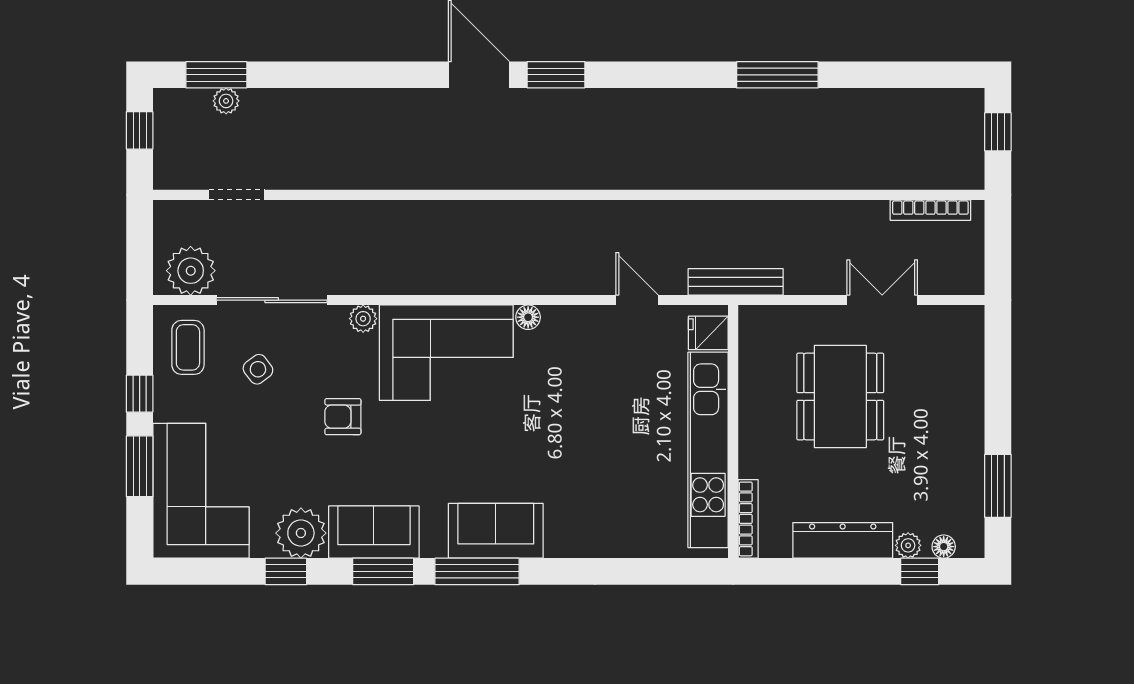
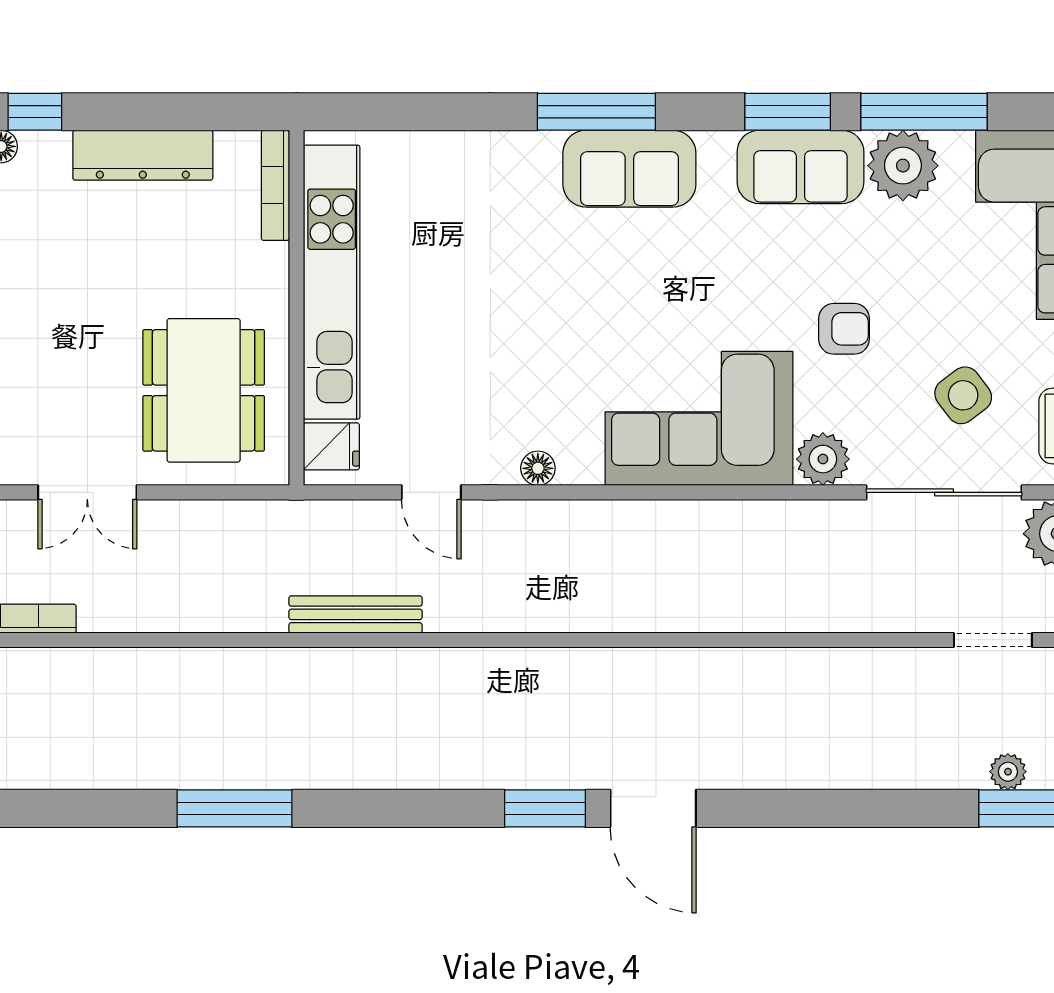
bench: (736, 282) -> (355, 614), moved
floor lamp: (528, 317) -> (538, 468), moved
plant: (363, 319) -> (823, 459), width x1.38, depth x1.38
side table: (258, 369) -> (963, 395), width x1.37, depth x1.37
dining table: (840, 397) -> (204, 390), moved
plant: (908, 545) -> (51, 148), removed
window: (286, 571) -> (924, 112), width x2.17
window: (477, 571) -> (596, 112), moved

